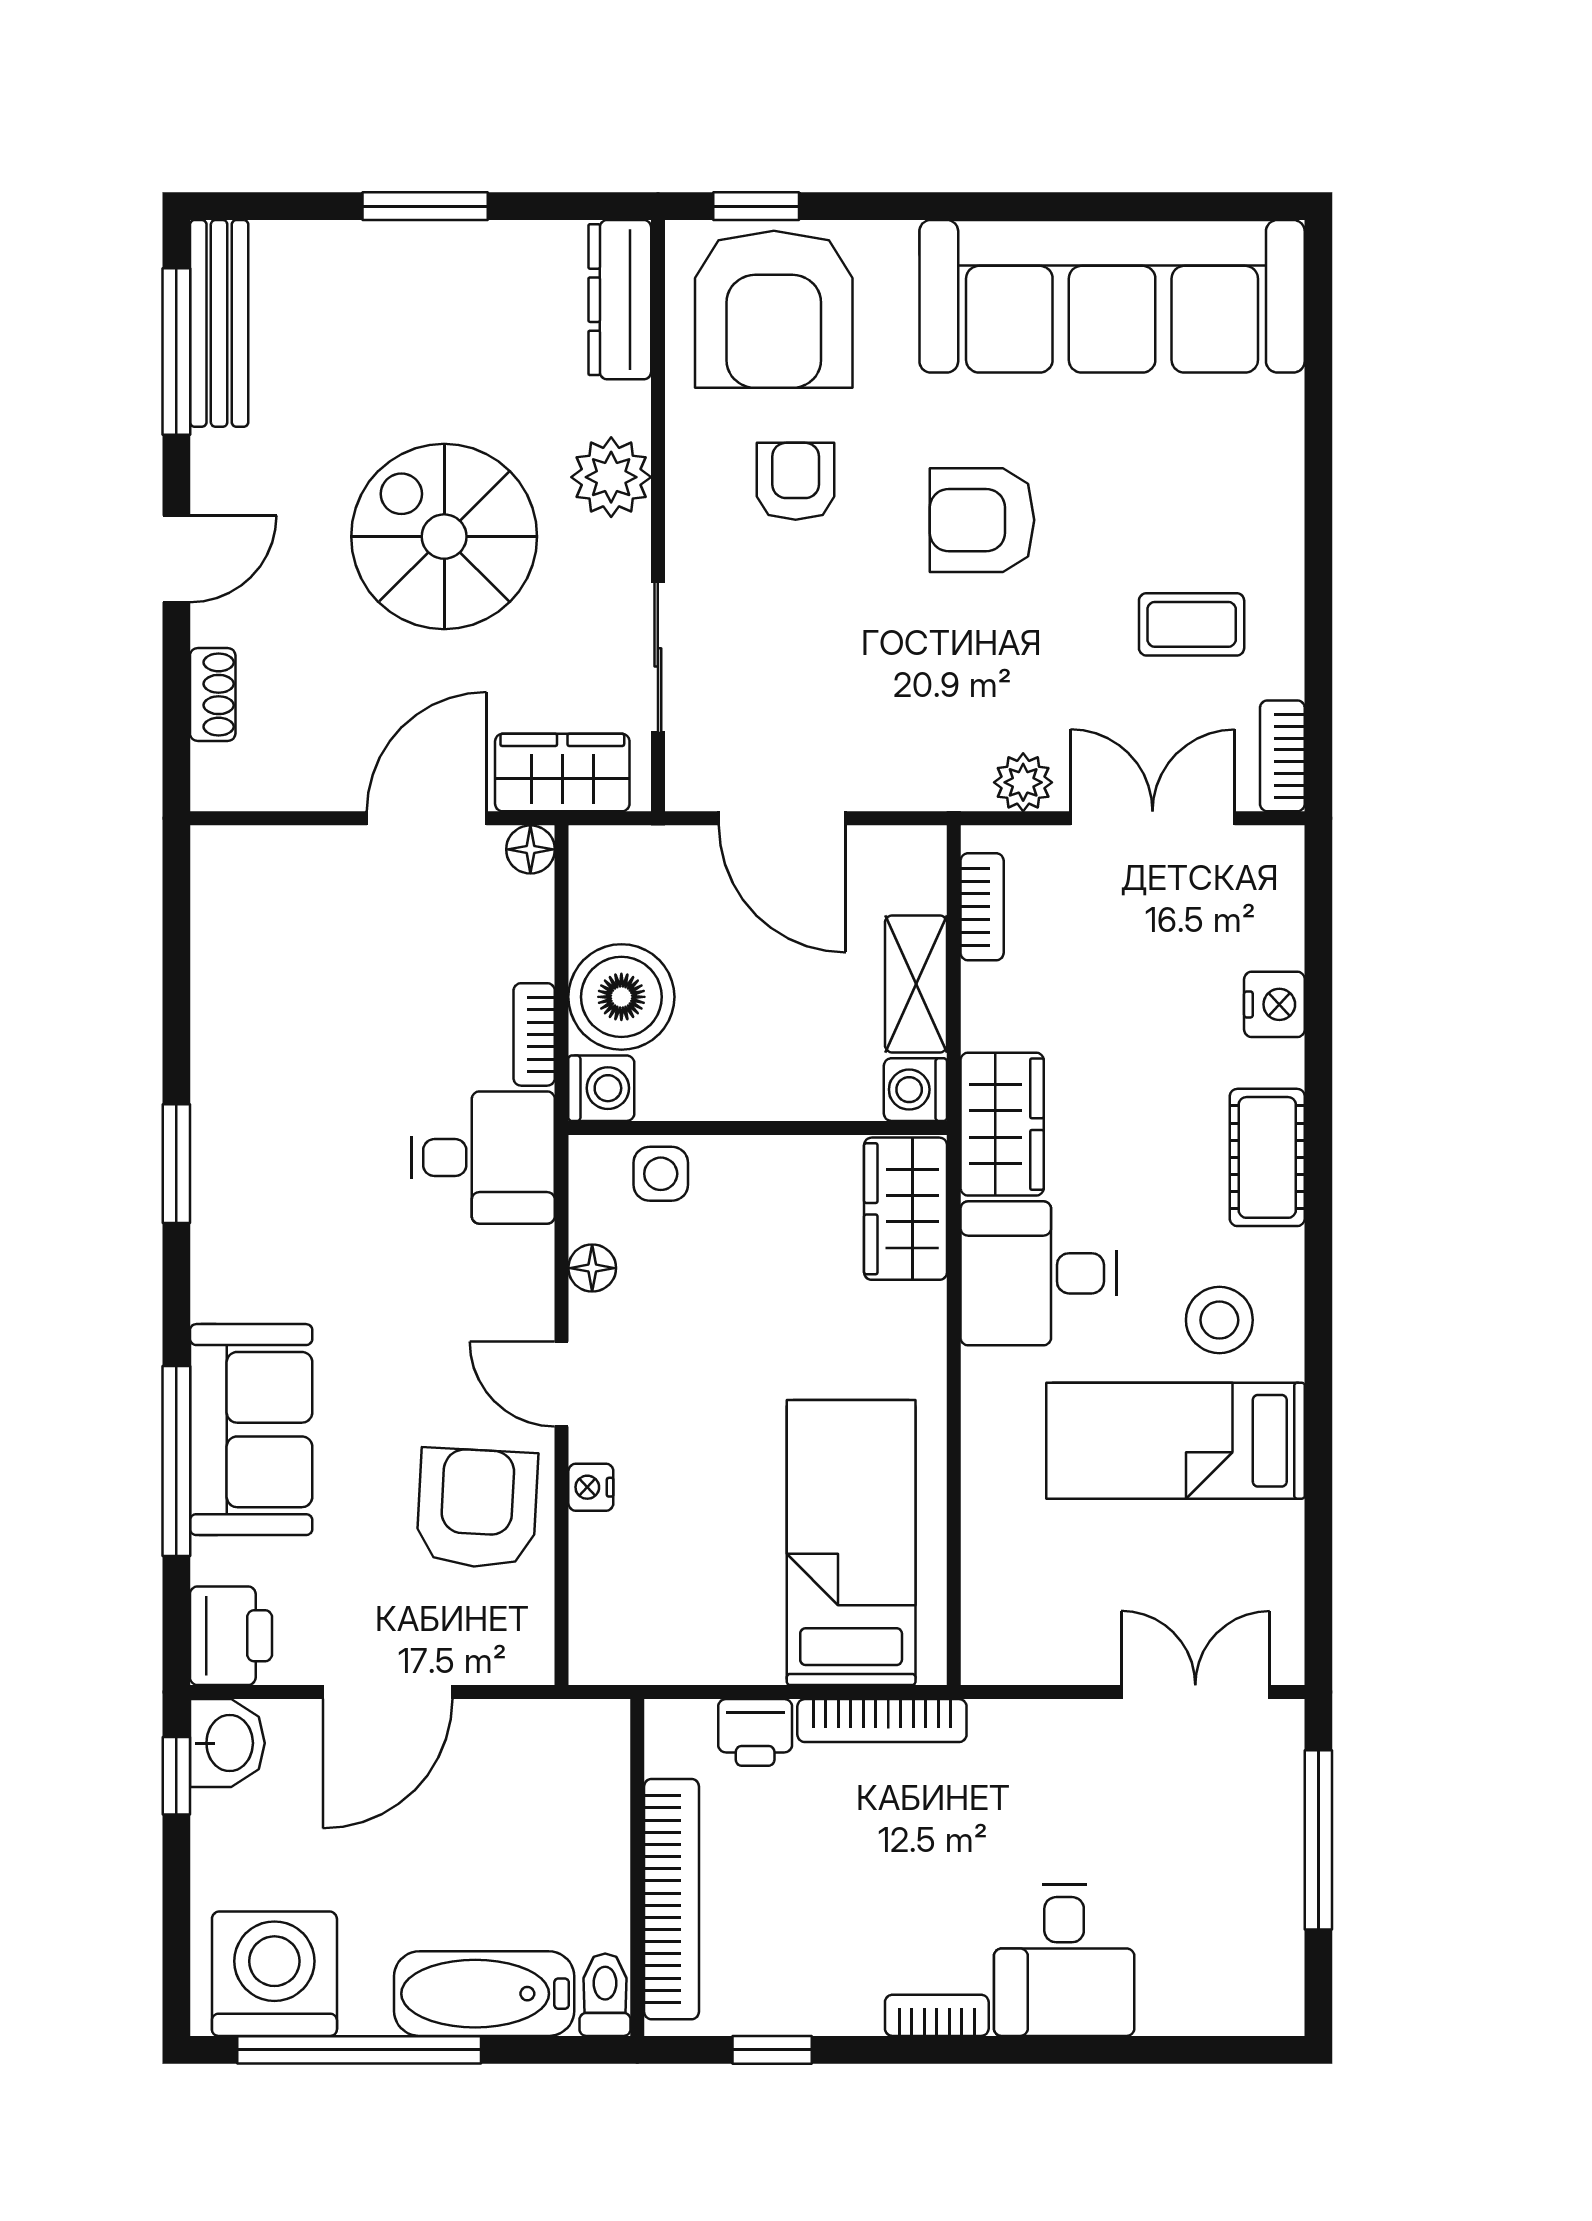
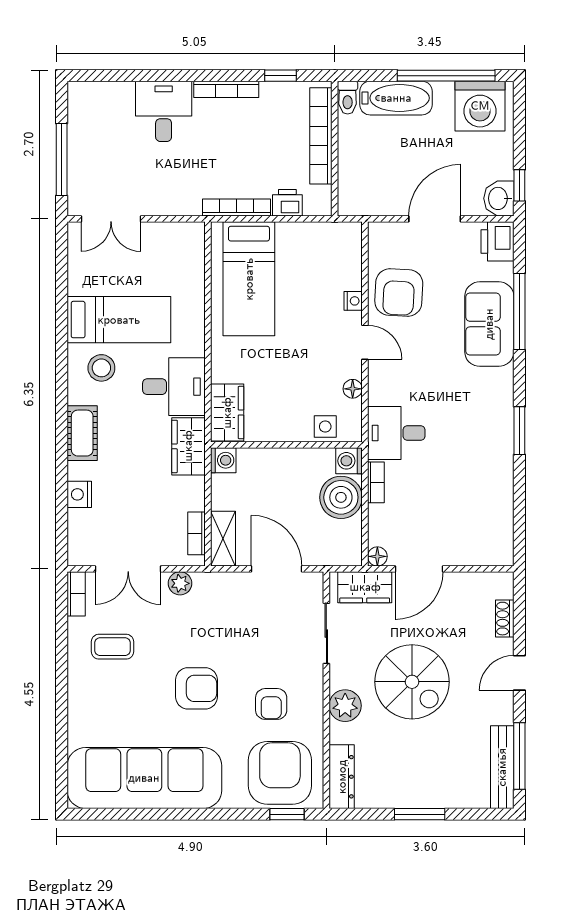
shelving: (916, 984) -> (223, 539), moved
bookcase: (937, 2015) -> (226, 89), width x1.56

